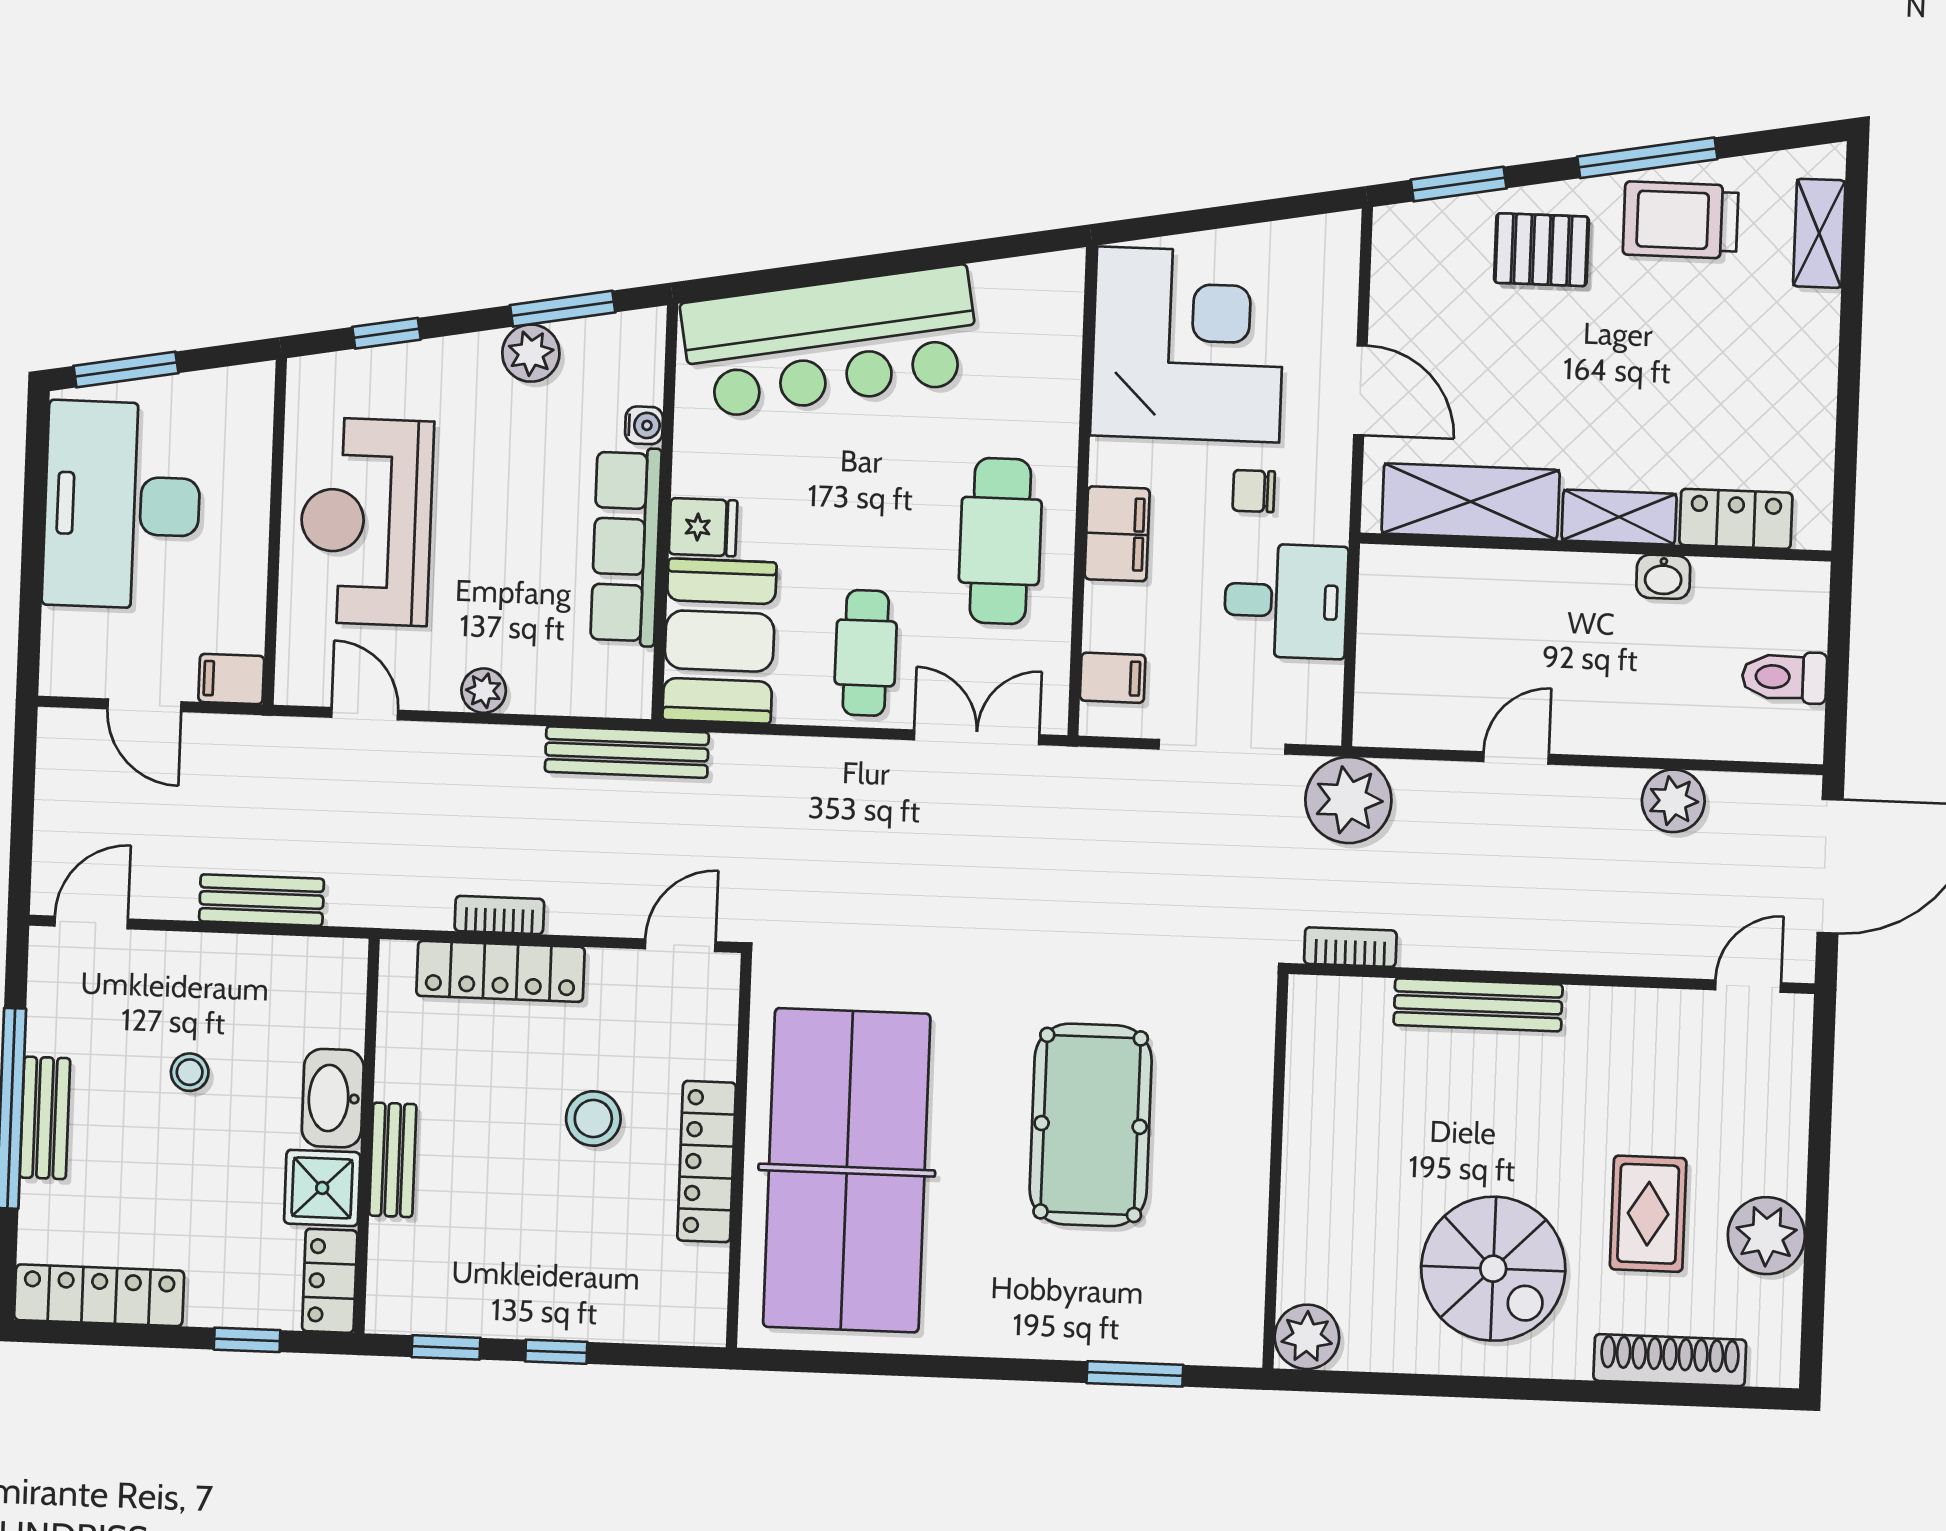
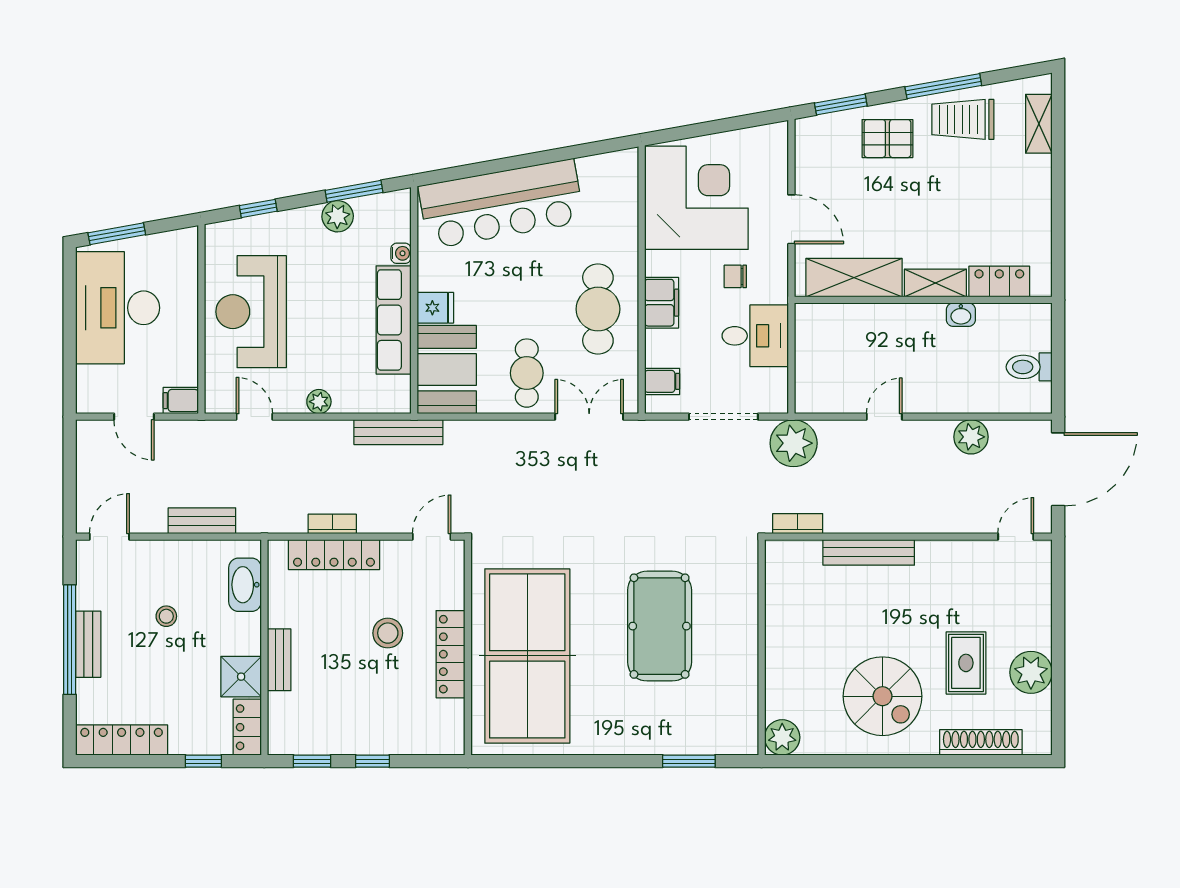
washbasin: (333, 1098) -> (245, 585), moved

